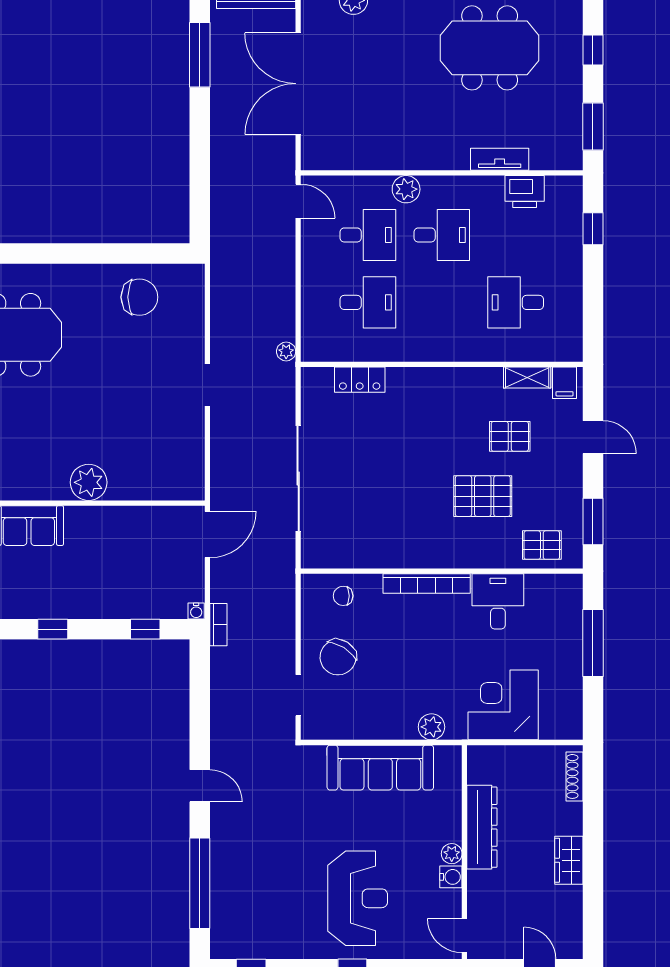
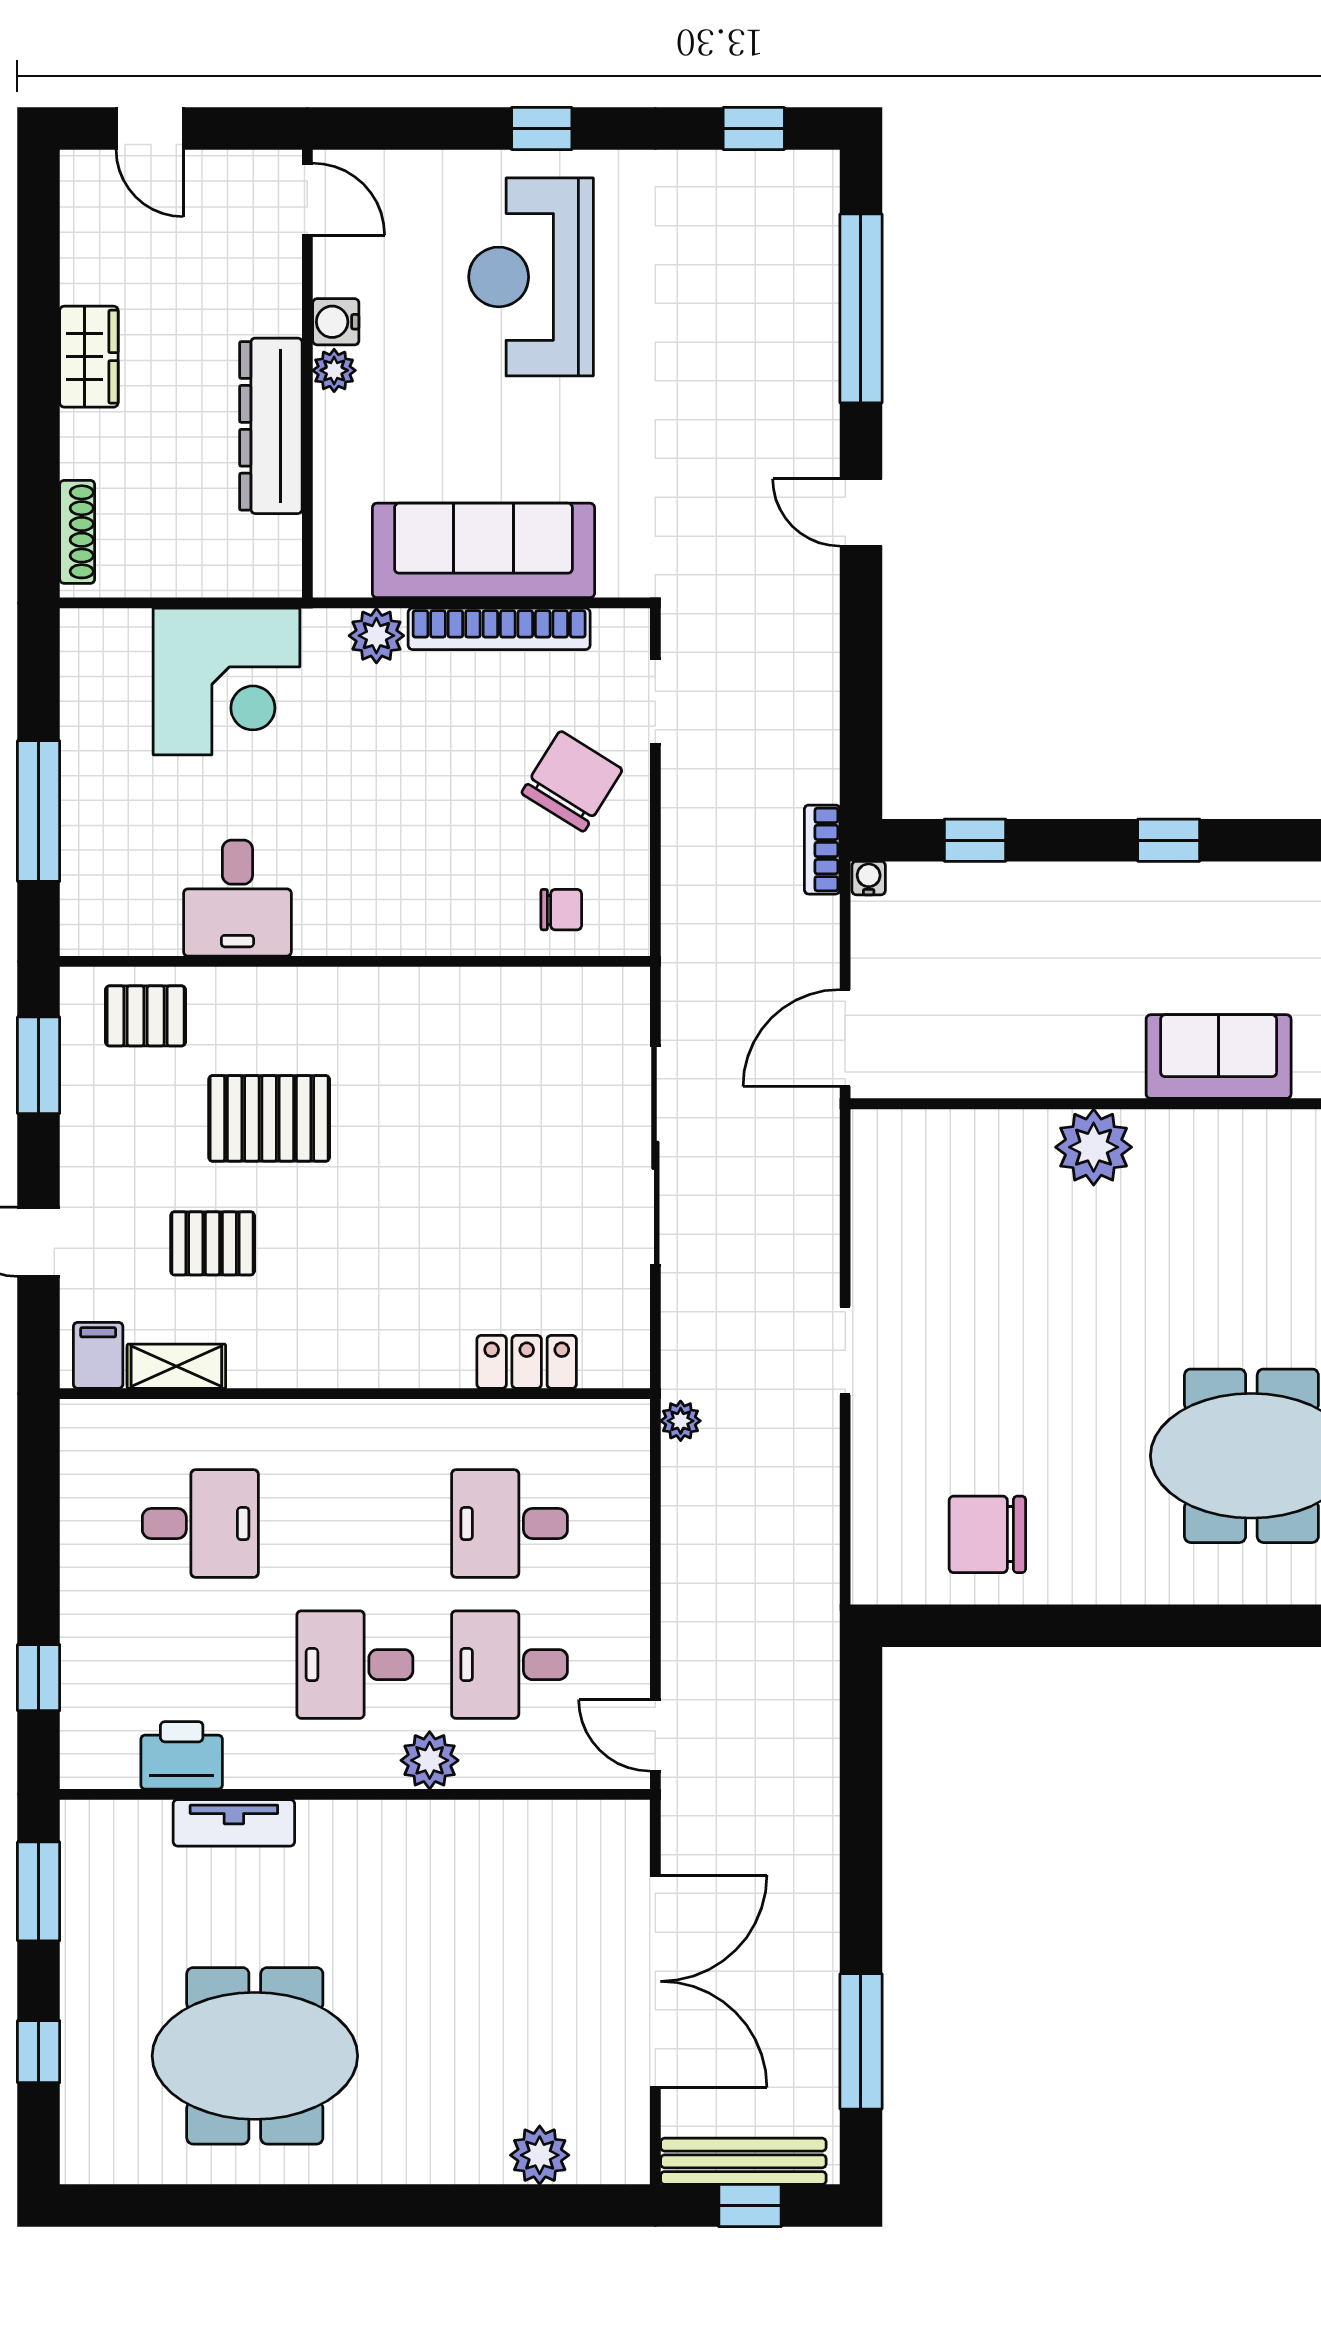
bookcase: (427, 584) -> (499, 629), moved, turned 180

